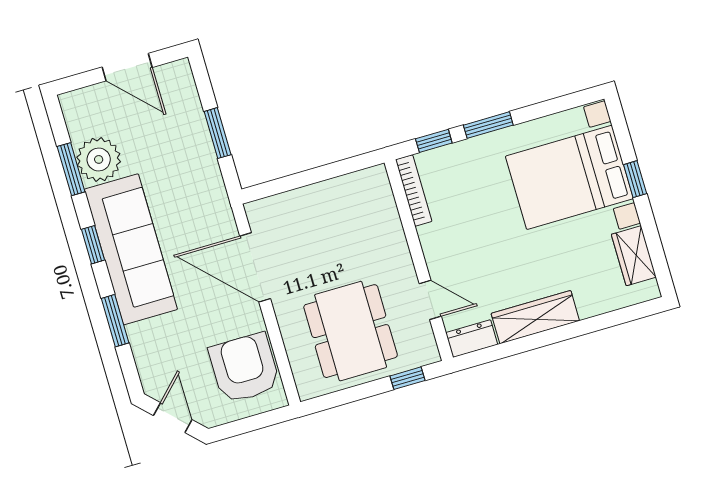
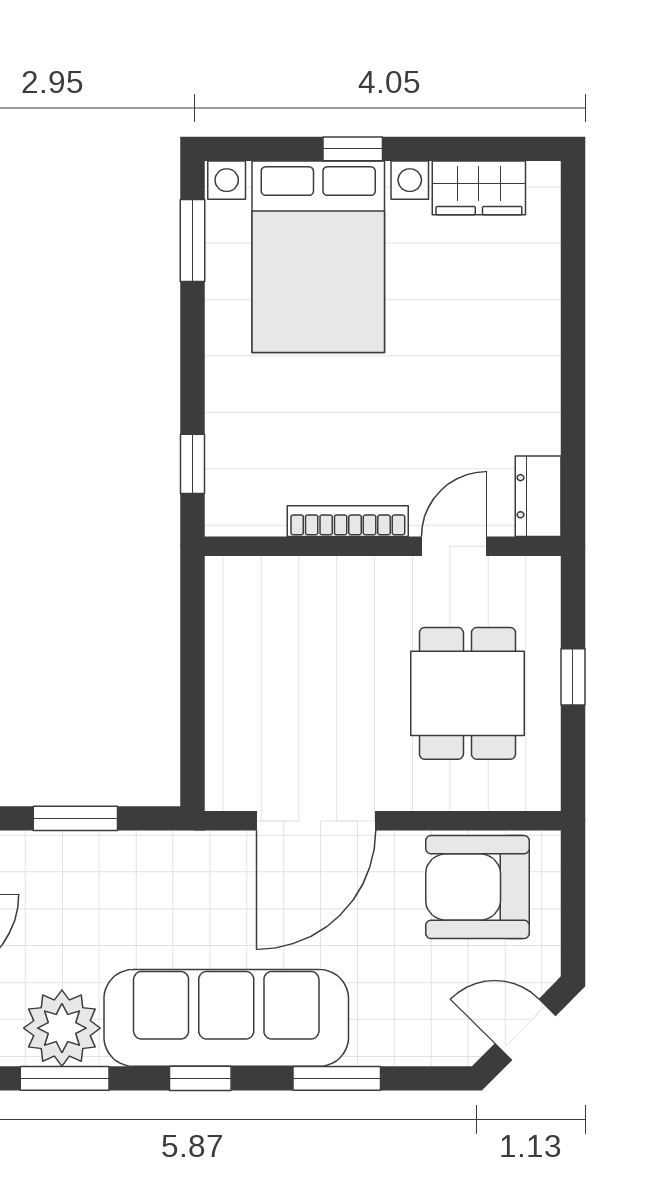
window: (488, 125) -> (192, 241), moved
bookcase: (414, 190) -> (348, 521), moved
wardrobe: (535, 317) -> (533, 380), removed
dining table: (351, 331) -> (467, 693), width x0.73
window: (407, 378) -> (573, 677), moved

